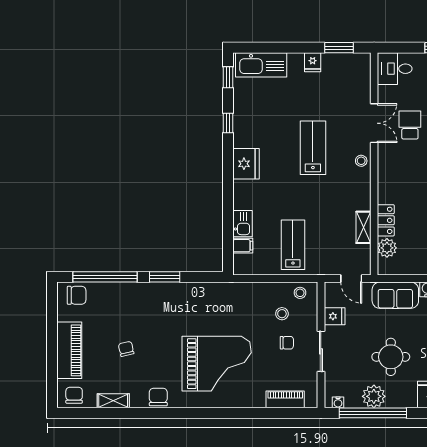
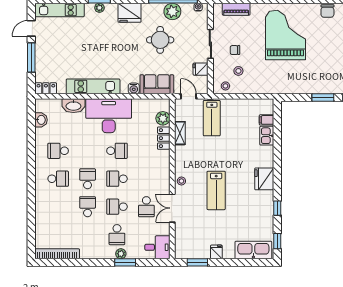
lab bench: (293, 245) -> (212, 118), moved
grand piano: (217, 364) -> (285, 35), turned 90

